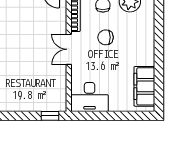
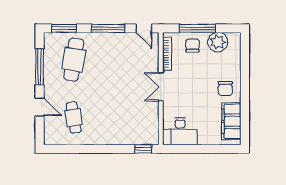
chair: (106, 37) -> (225, 88), moved, turned -90

